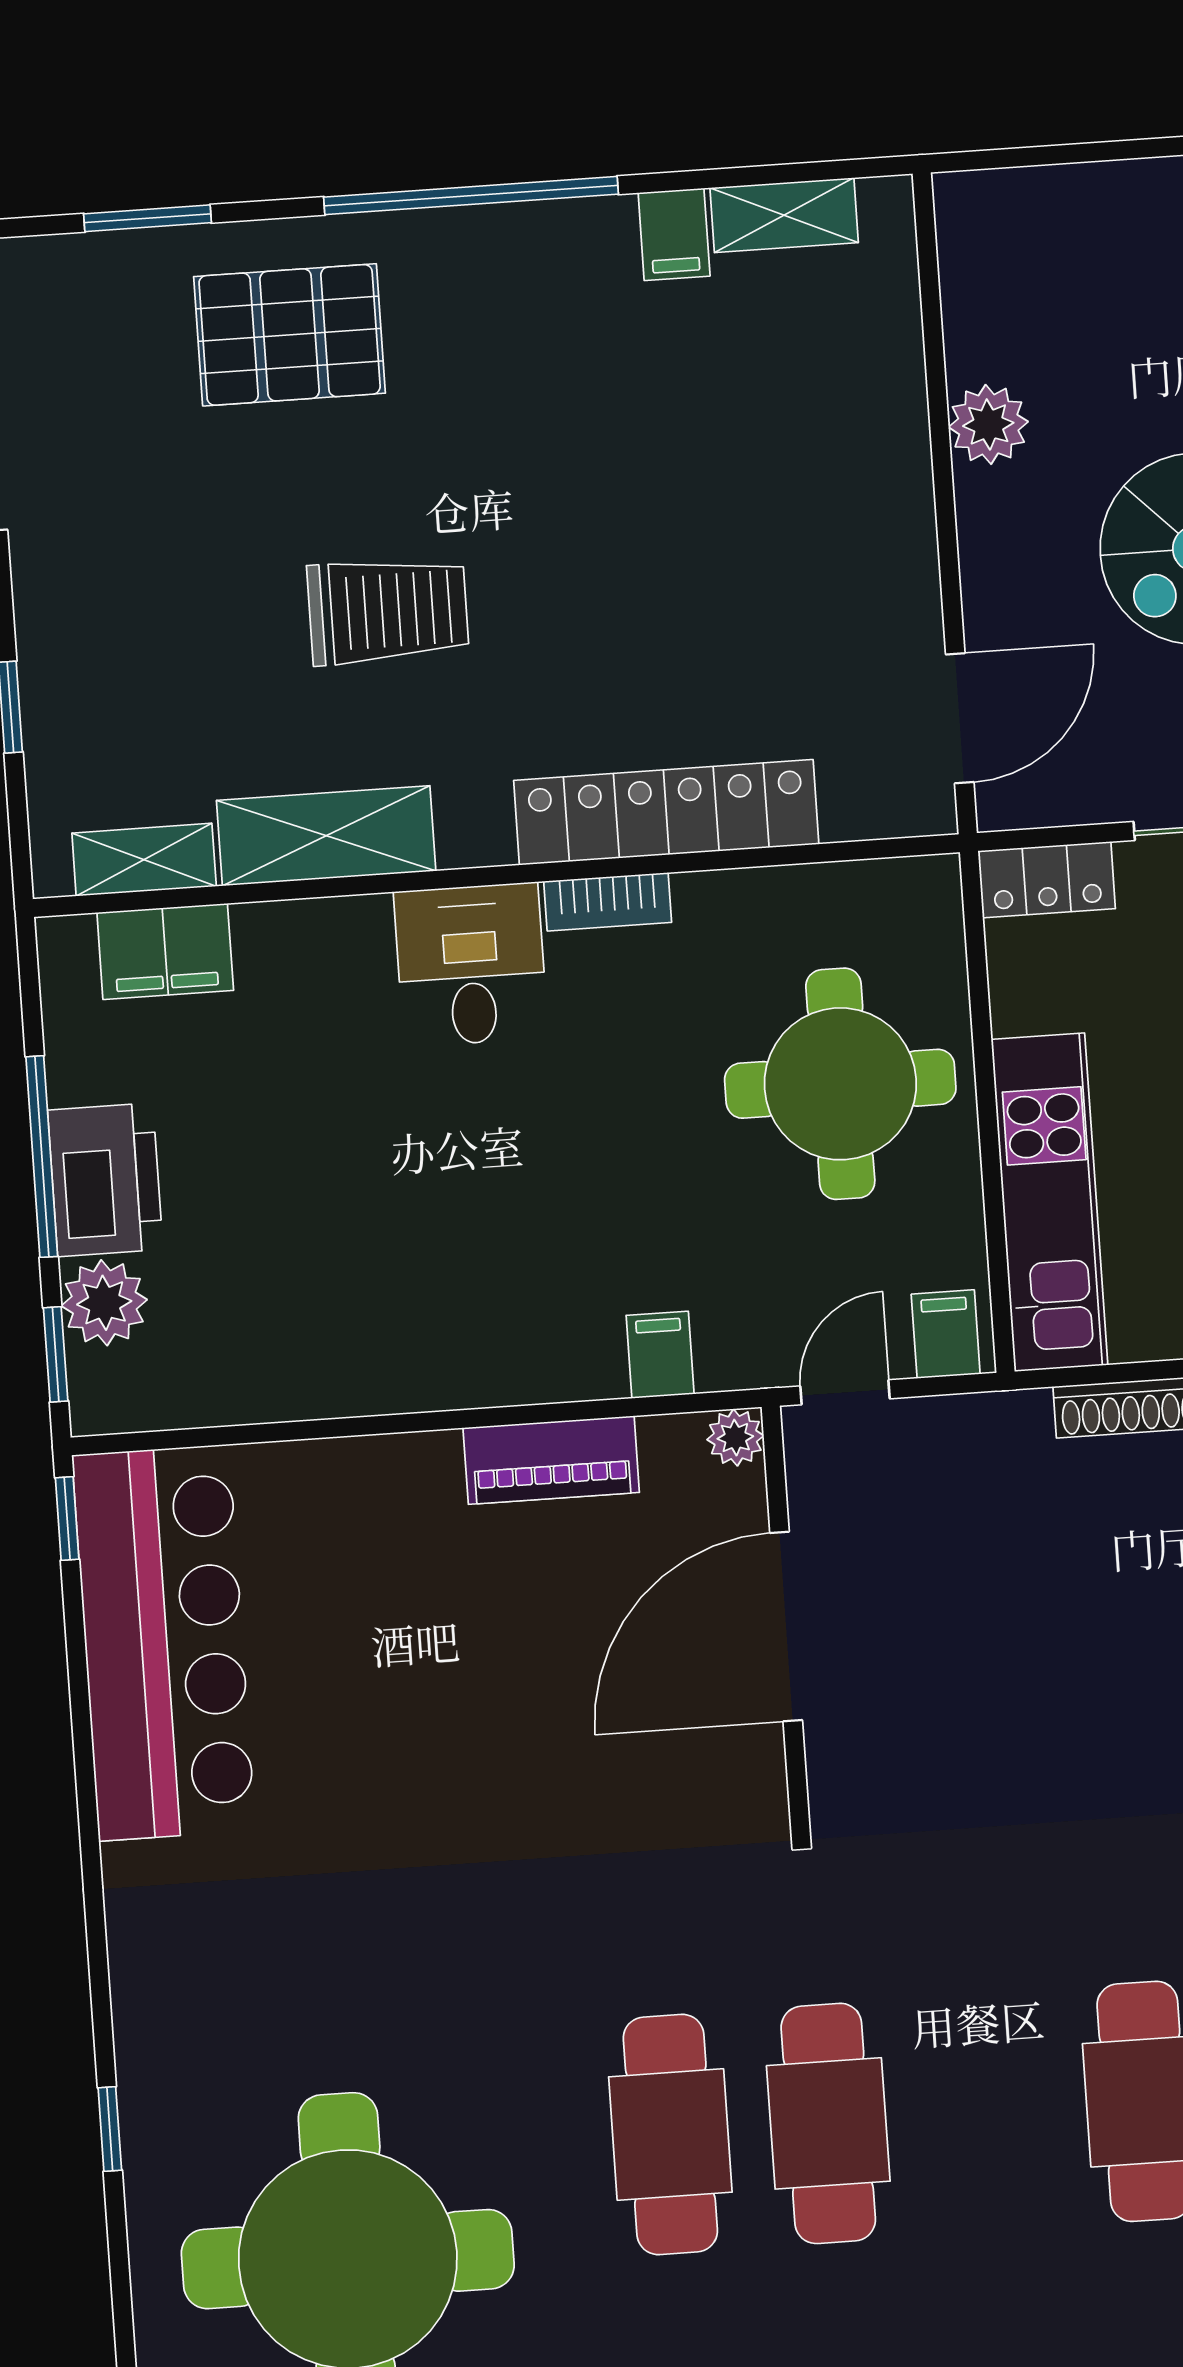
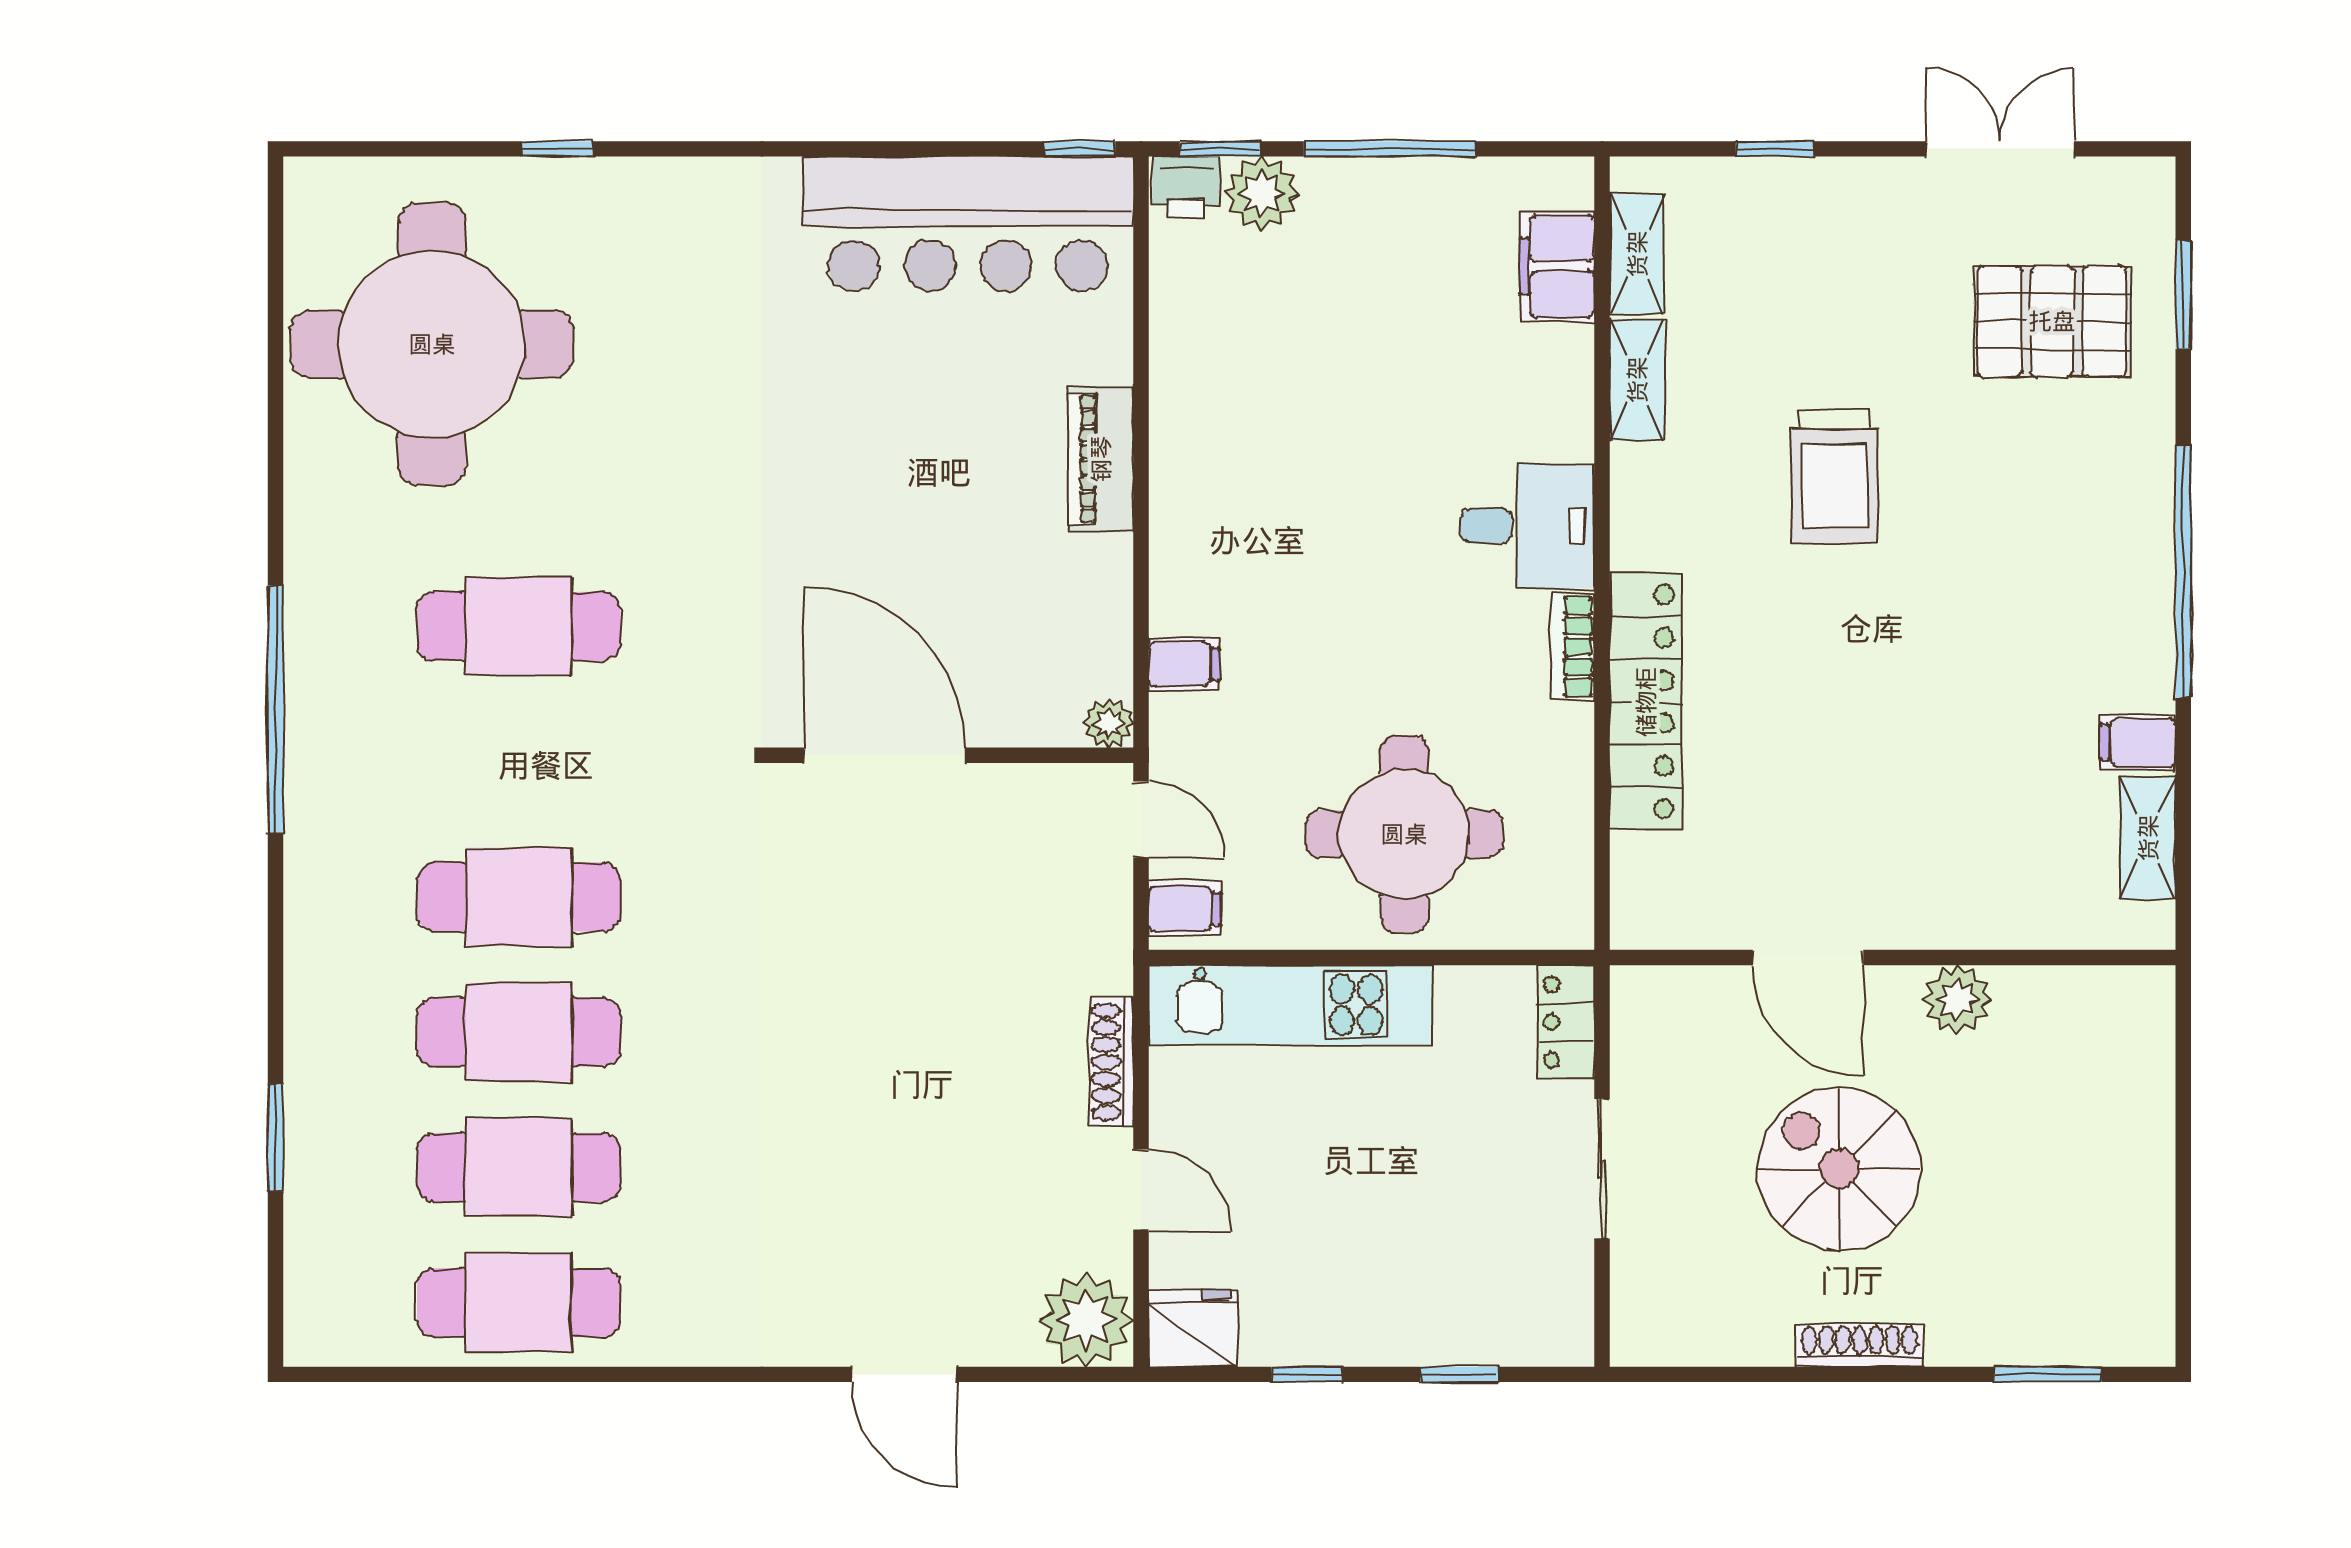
pallet: (290, 335) -> (2052, 321), moved, turned 90
door: (960, 718) -> (1808, 957), moved
shelving: (326, 836) -> (1637, 380), width x0.67, depth x0.75
printer: (105, 1180) -> (1186, 187), moved, width x0.53, depth x0.68
piano: (551, 1460) -> (1101, 459), moved
door: (786, 1627) -> (885, 755), moved
cafe table: (828, 2123) -> (519, 897), moved

